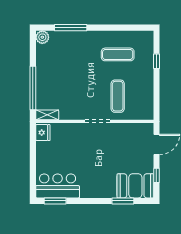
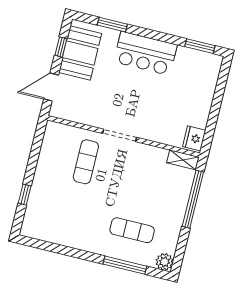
exercise mat: (118, 54) -> (132, 230), moved
bar counter: (58, 186) -> (145, 53), moved
booth: (135, 186) -> (80, 53), moved, turned 90

